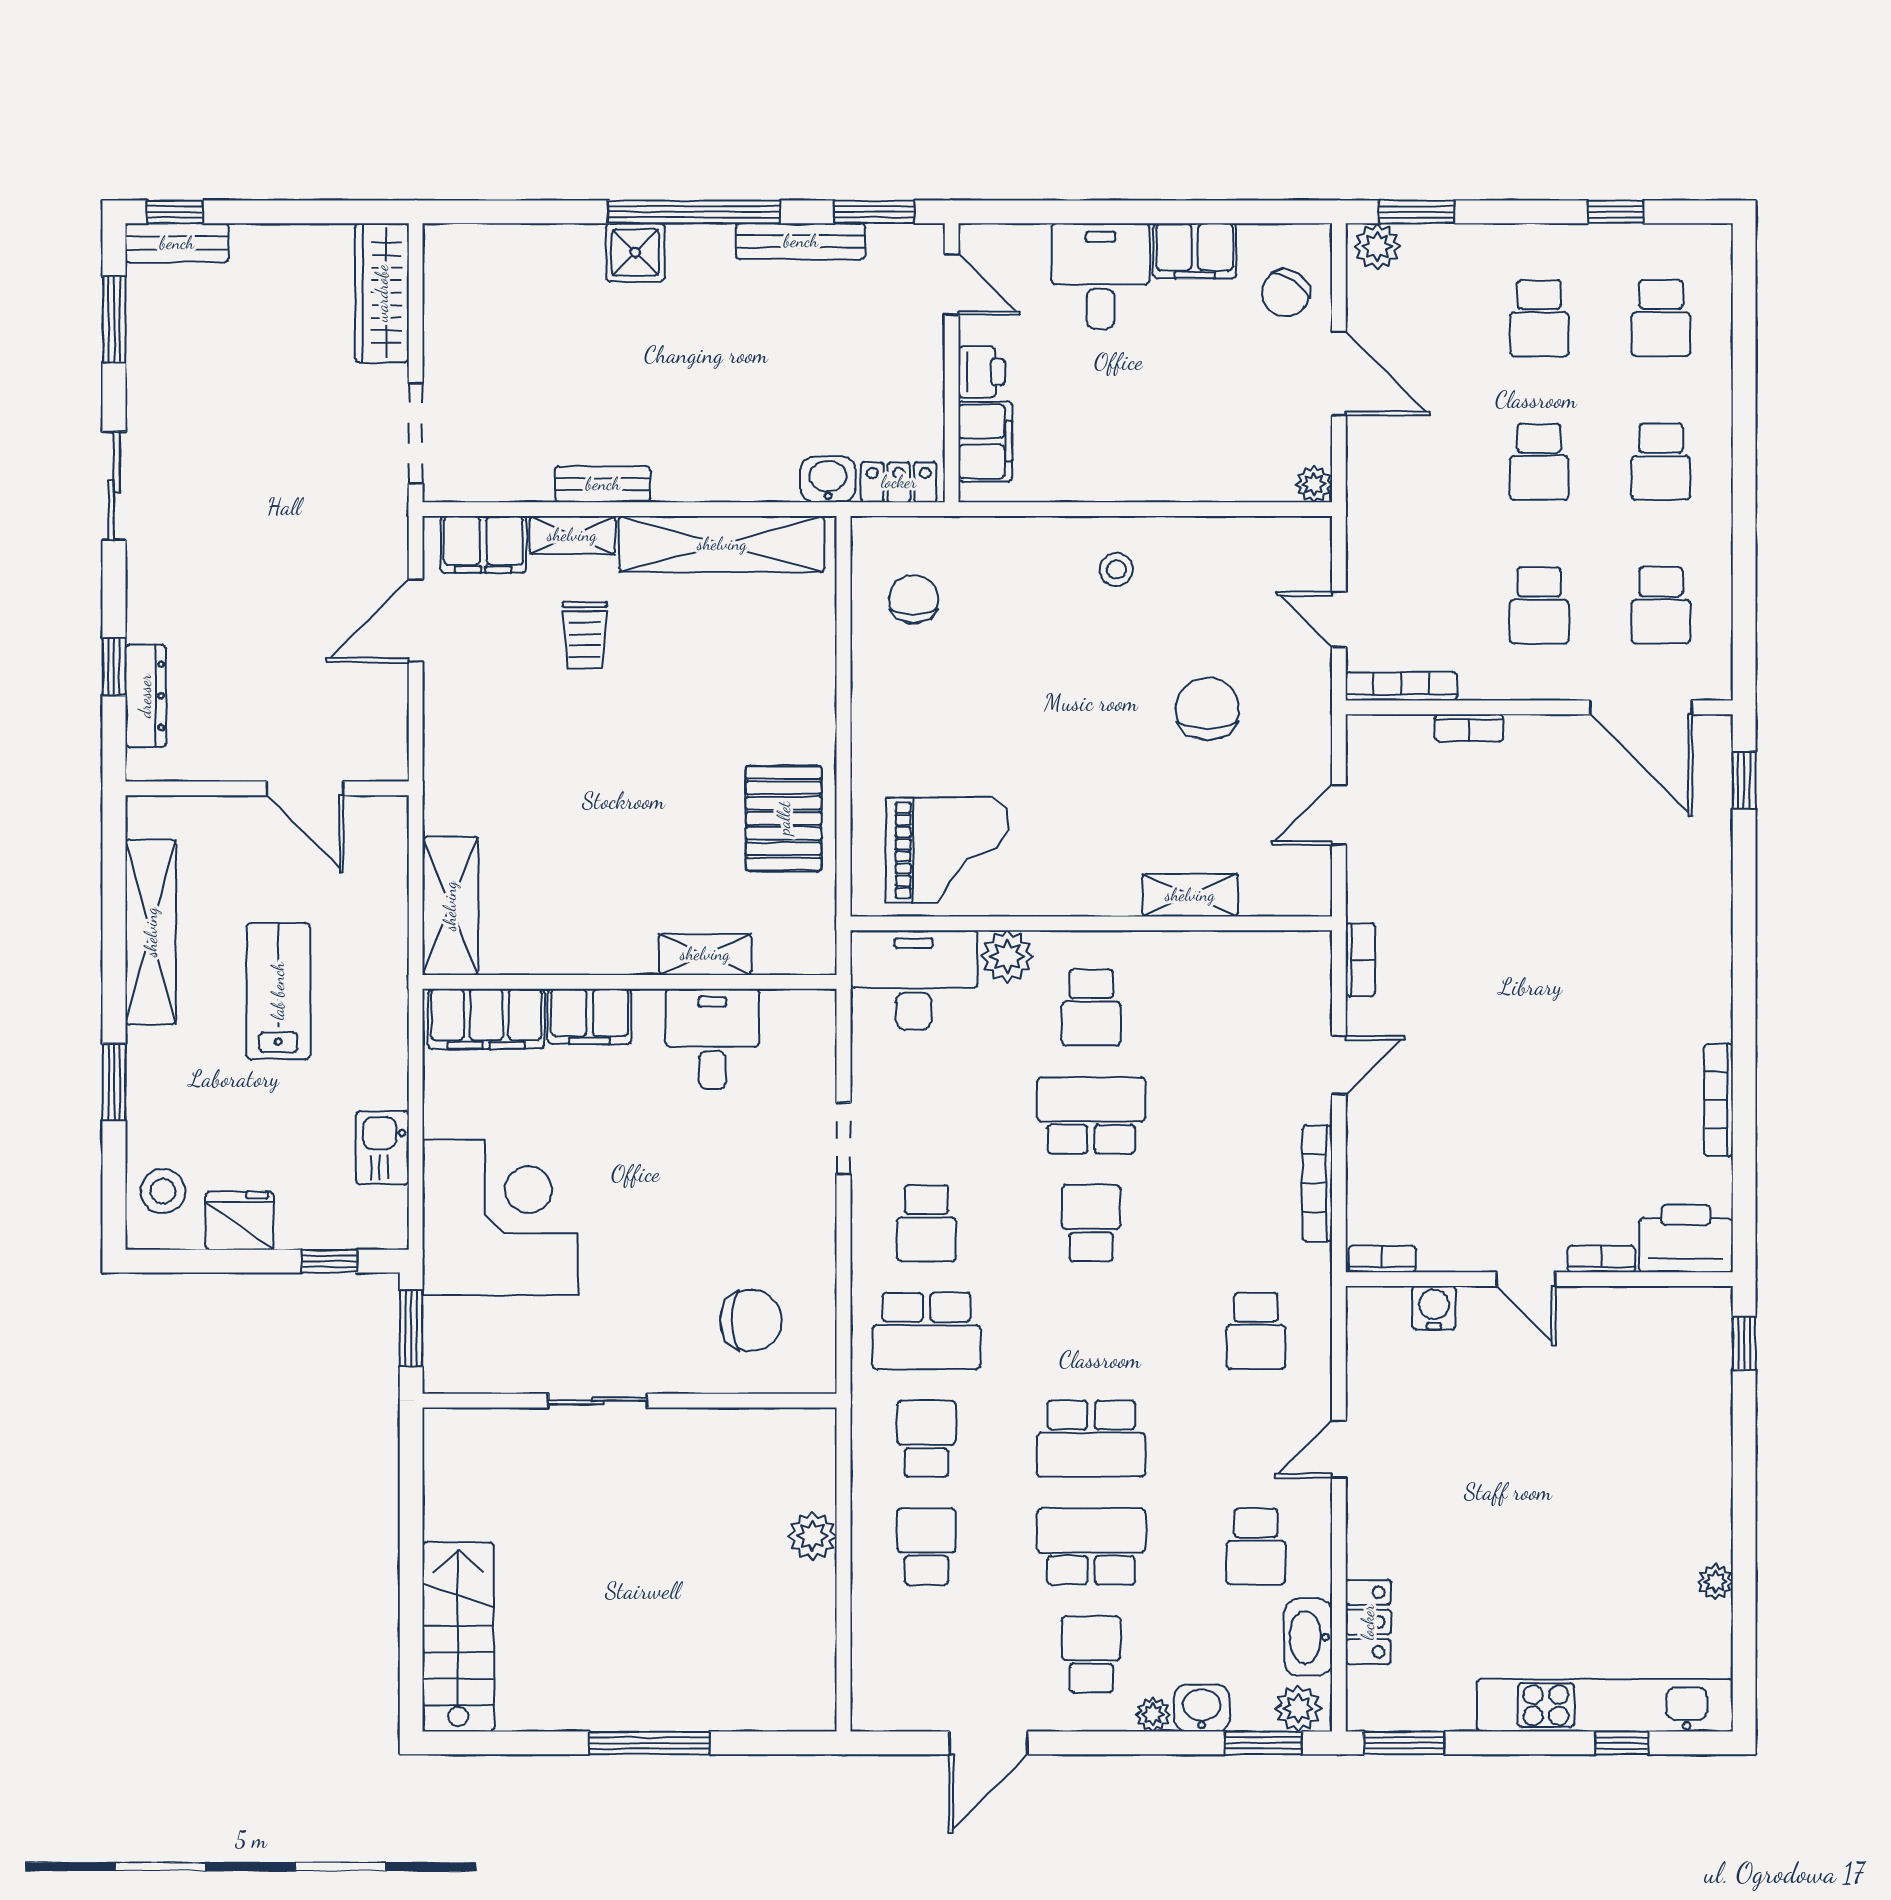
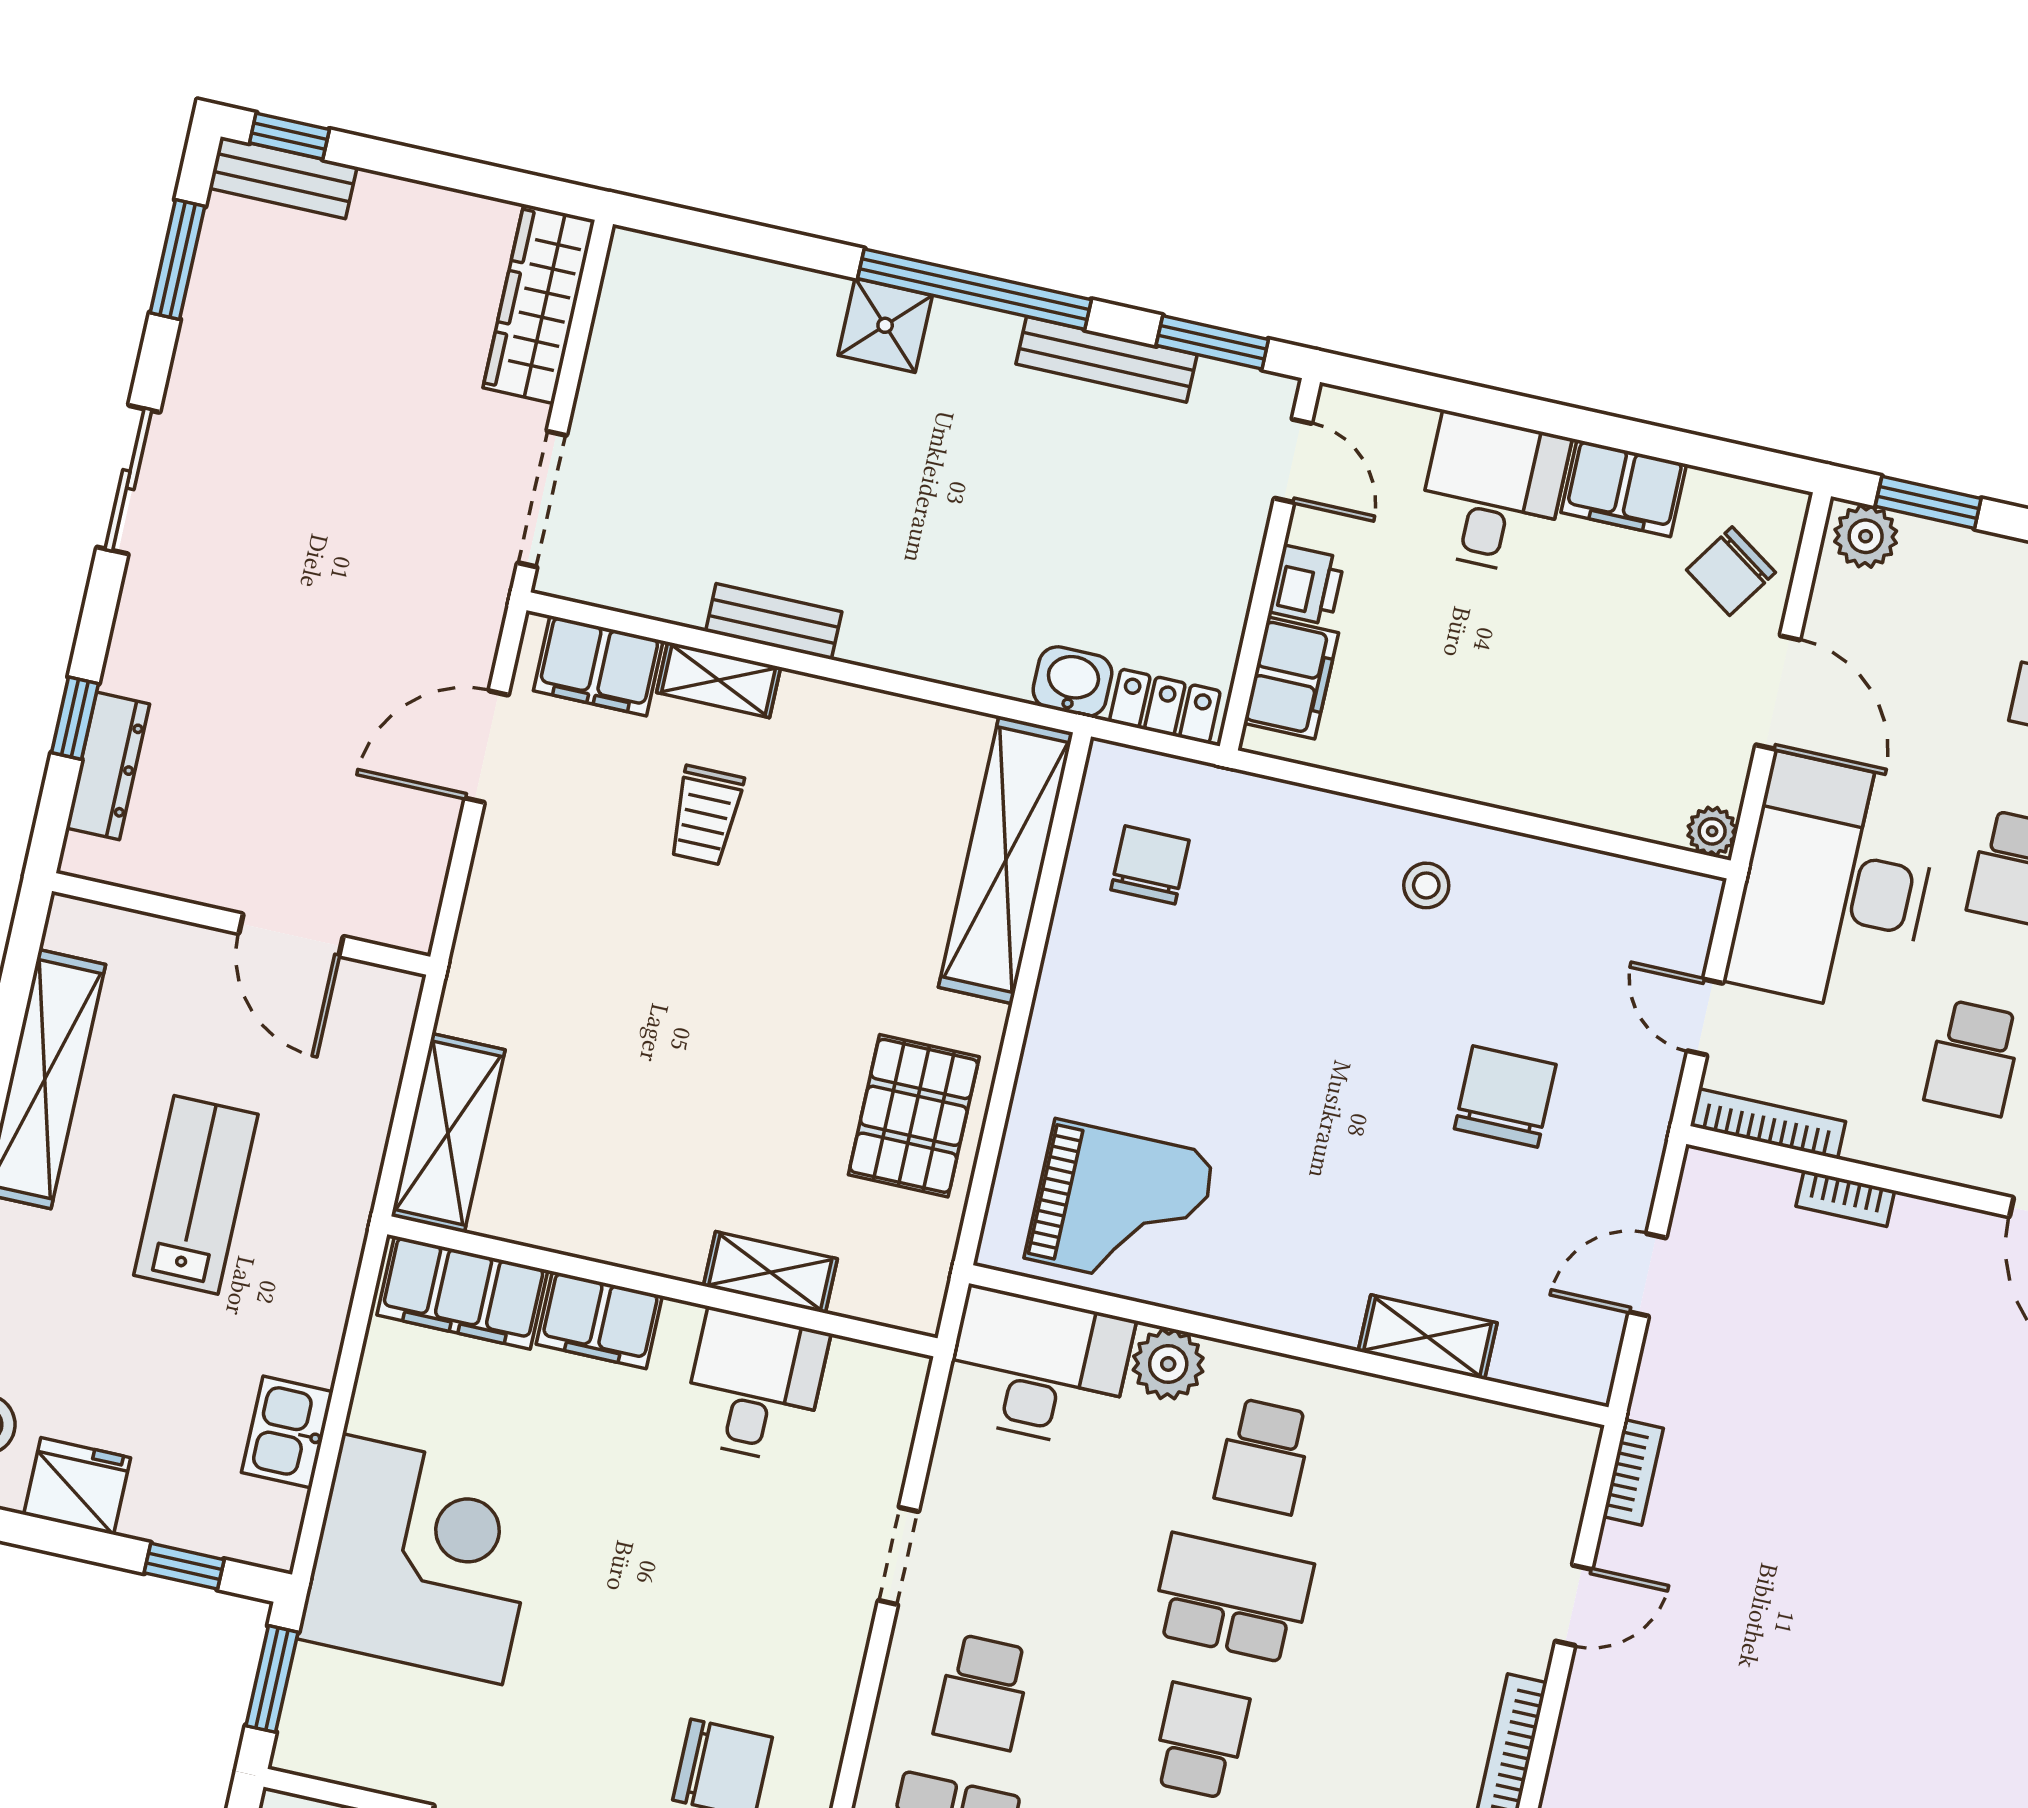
desk: (1411, 503) -> (1835, 885), added
shelving: (722, 544) -> (1006, 860), moved, turned 90

